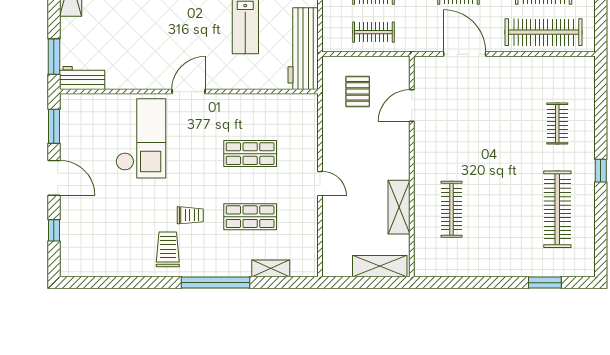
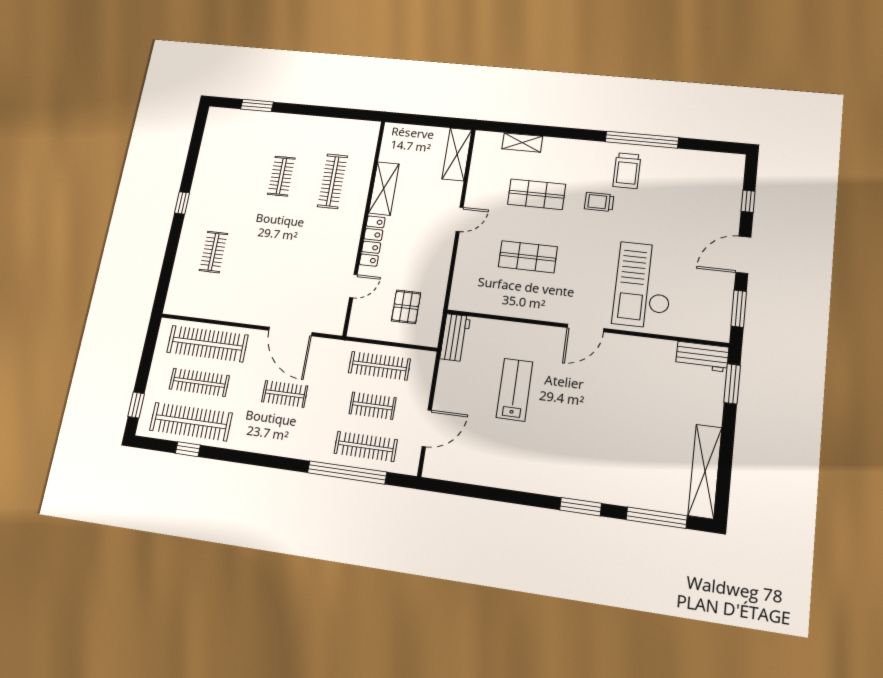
clothes rail: (373, 32) -> (379, 366), width x1.36
workbench: (303, 49) -> (455, 337), width x0.53, depth x0.76
door: (412, 106) -> (353, 286), width x0.73
locker: (401, 153) -> (372, 241), added
door: (54, 178) -> (743, 255), hinge flipped
door: (320, 184) -> (460, 219), swing flipped
clothes rail: (557, 209) -> (281, 176), moved, width x0.54, depth x0.76
shelving: (380, 266) -> (457, 154), moved, turned 90
window: (216, 283) -> (642, 140), moved

